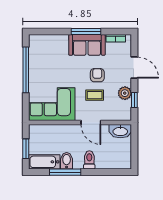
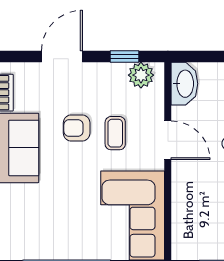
plant: (125, 93) -> (141, 75), moved
door: (91, 122) -> (168, 140), hinge flipped

